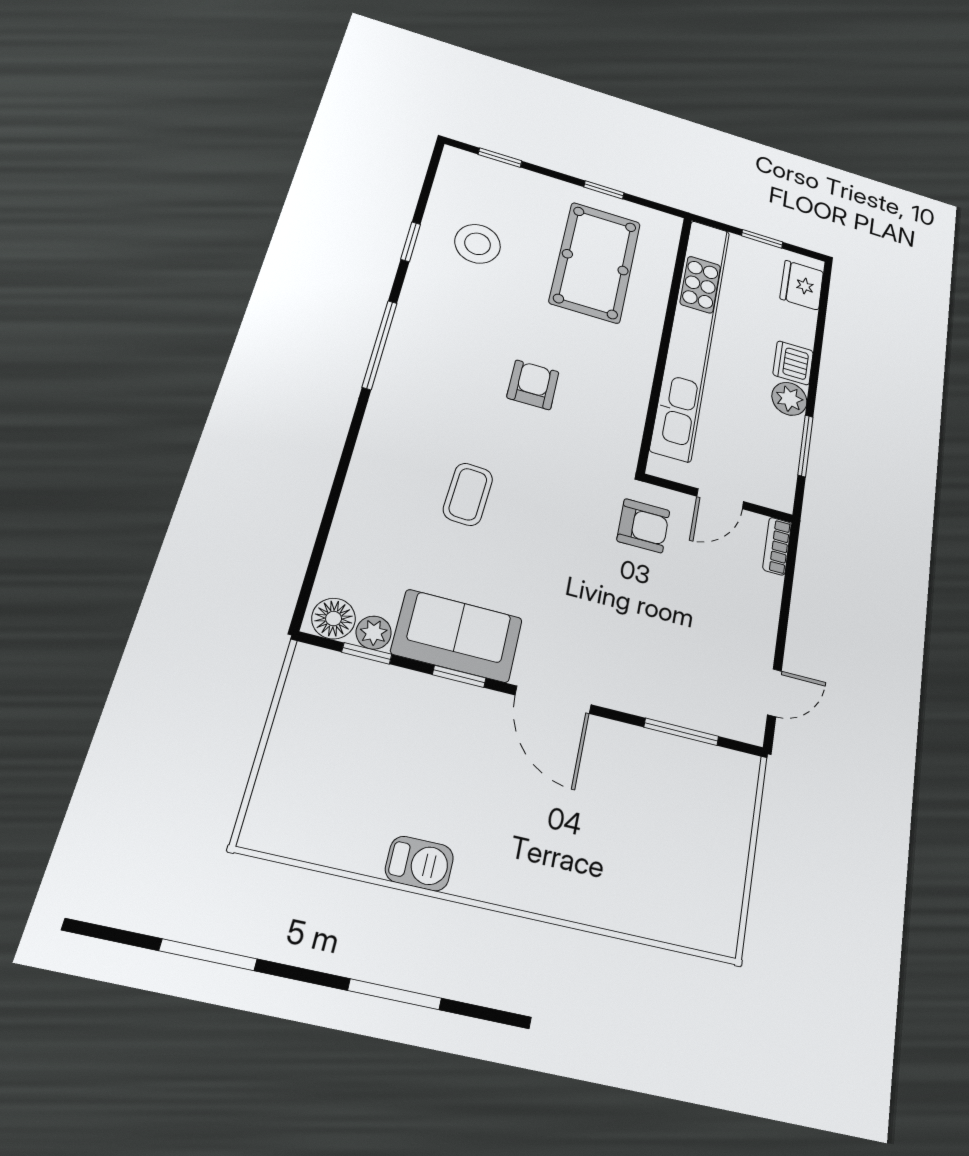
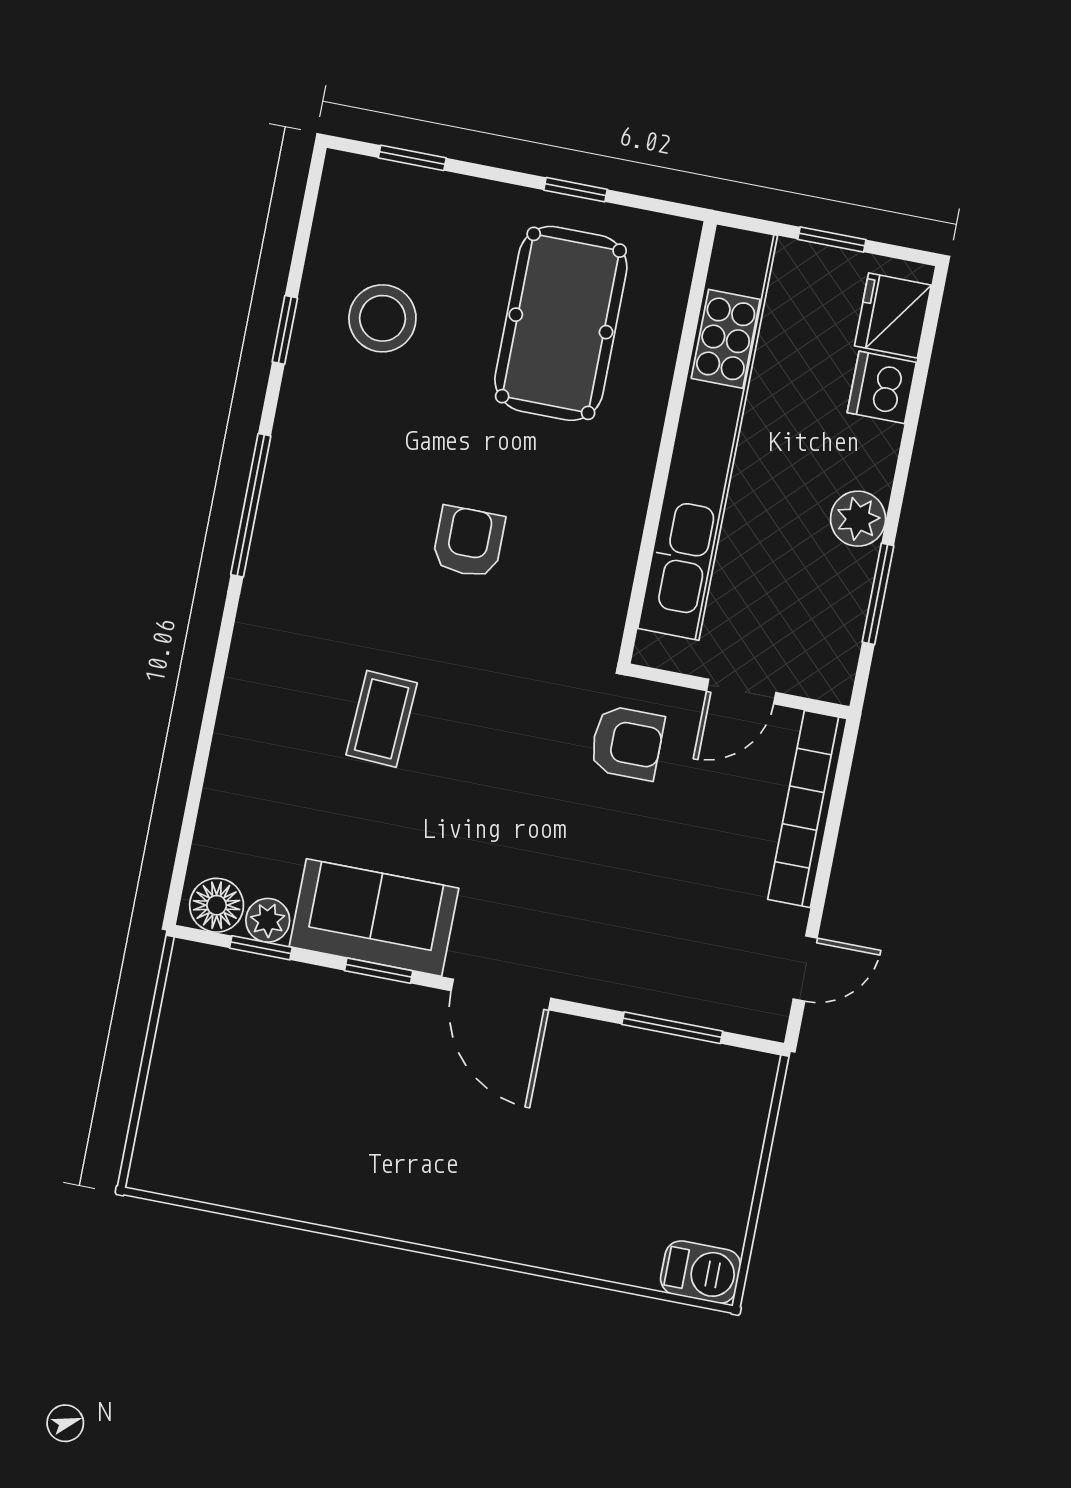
dishwasher: (793, 363) -> (882, 387), moved
bookcase: (777, 546) -> (807, 809), width x2.31, depth x1.31
barbecue: (419, 864) -> (701, 1272), moved

